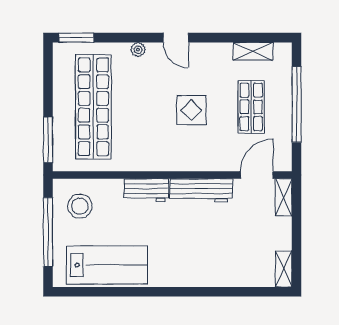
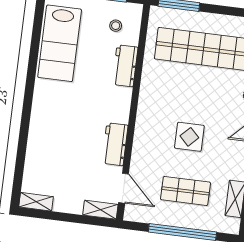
workbench: (146, 190) -> (125, 66), moved
workbench: (201, 190) -> (115, 144), width x0.73
stool: (80, 206) -> (116, 26), width x0.53, depth x0.53

